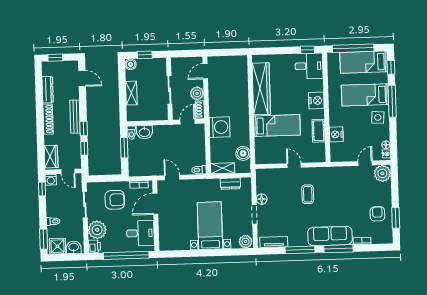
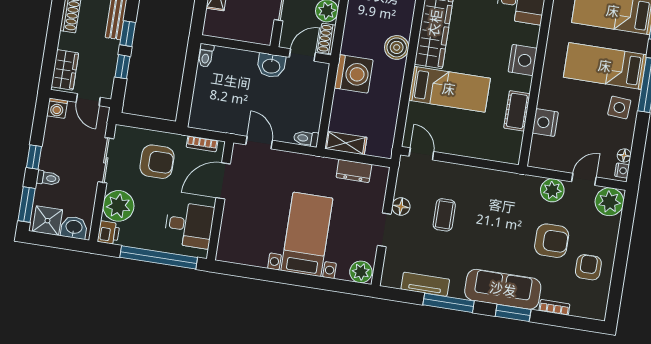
washbasin: (144, 132) -> (271, 66), moved
window: (124, 148) -> (189, 78), removed
boiler: (243, 153) -> (397, 47), moved
door: (294, 165) -> (421, 154), moved
plant: (348, 173) -> (552, 190), added
window: (42, 189) -> (34, 157), moved
coffee table: (308, 194) -> (444, 215), moved
armchair: (353, 202) -> (552, 241), added
window: (396, 218) -> (618, 279), removed
tv unit: (274, 242) -> (425, 284), moved
window: (339, 249) -> (513, 313), width x0.69

